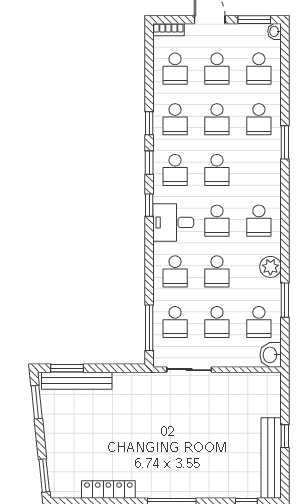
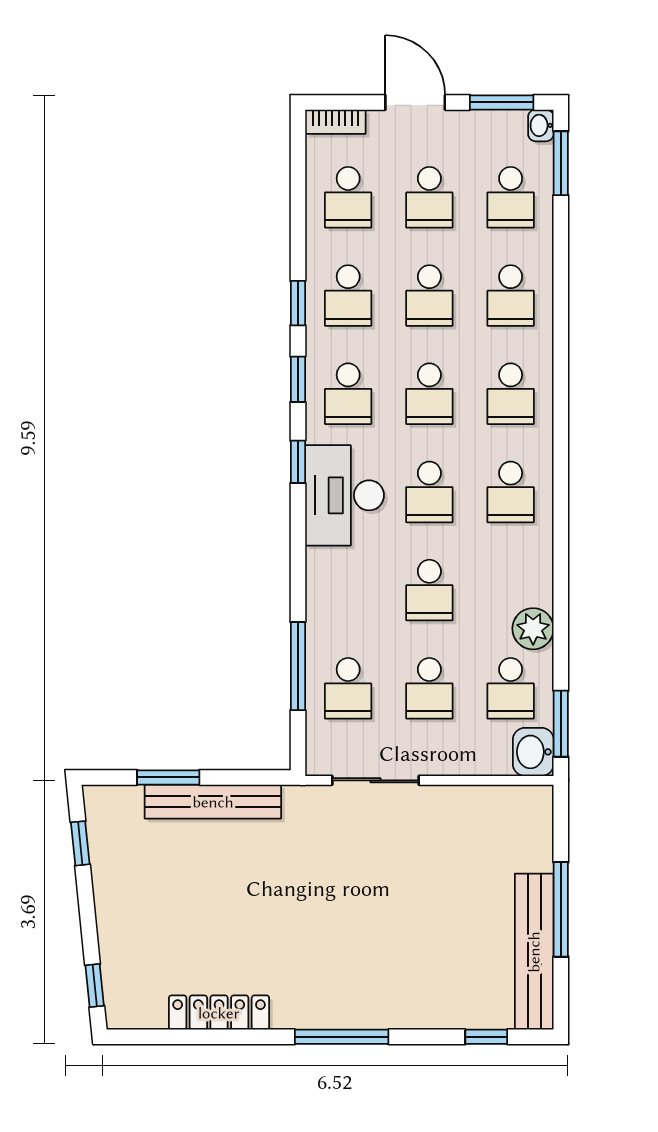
window: (285, 142) -> (561, 163), moved
desk: (173, 222) -> (345, 495), width x1.37
plant: (270, 267) -> (533, 629), moved
school desk: (175, 271) -> (511, 394), moved
window: (285, 300) -> (561, 724), moved
window: (149, 328) -> (298, 666), moved
window: (67, 368) -> (168, 777), moved
bench: (77, 381) -> (213, 802), moved
window: (37, 402) -> (80, 843), width x0.67
window: (285, 436) -> (561, 909), width x2.17
window: (44, 476) -> (95, 986), width x0.67

